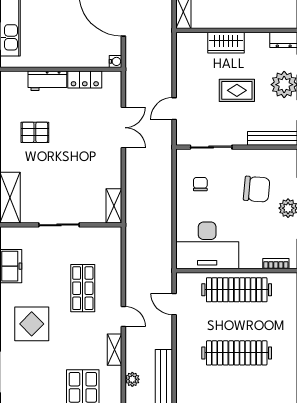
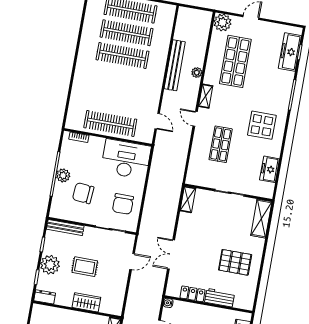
pallet: (35, 132) -> (235, 262), width x1.50, depth x1.42
chair: (200, 184) -> (123, 204), width x1.87, depth x1.87
clothes rail: (237, 353) -> (122, 55), moved

